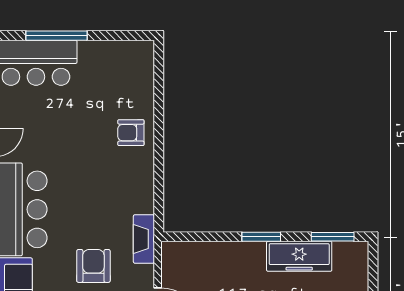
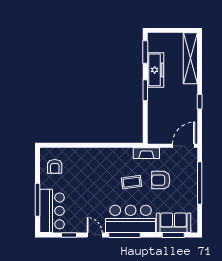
armchair: (131, 133) -> (55, 166), moved
coffee table: (90, 211) -> (131, 182), added

